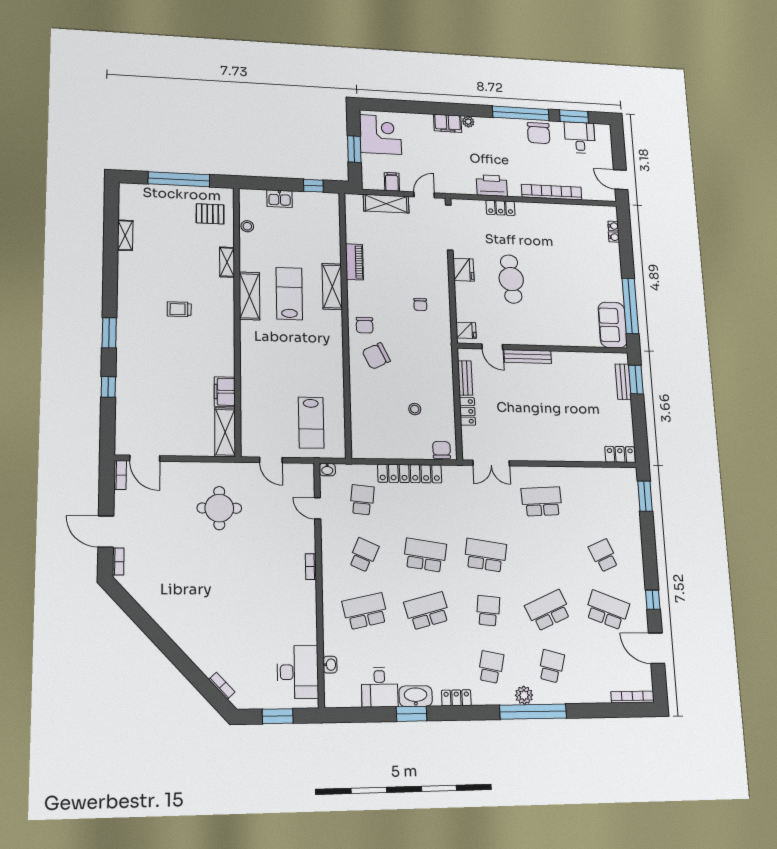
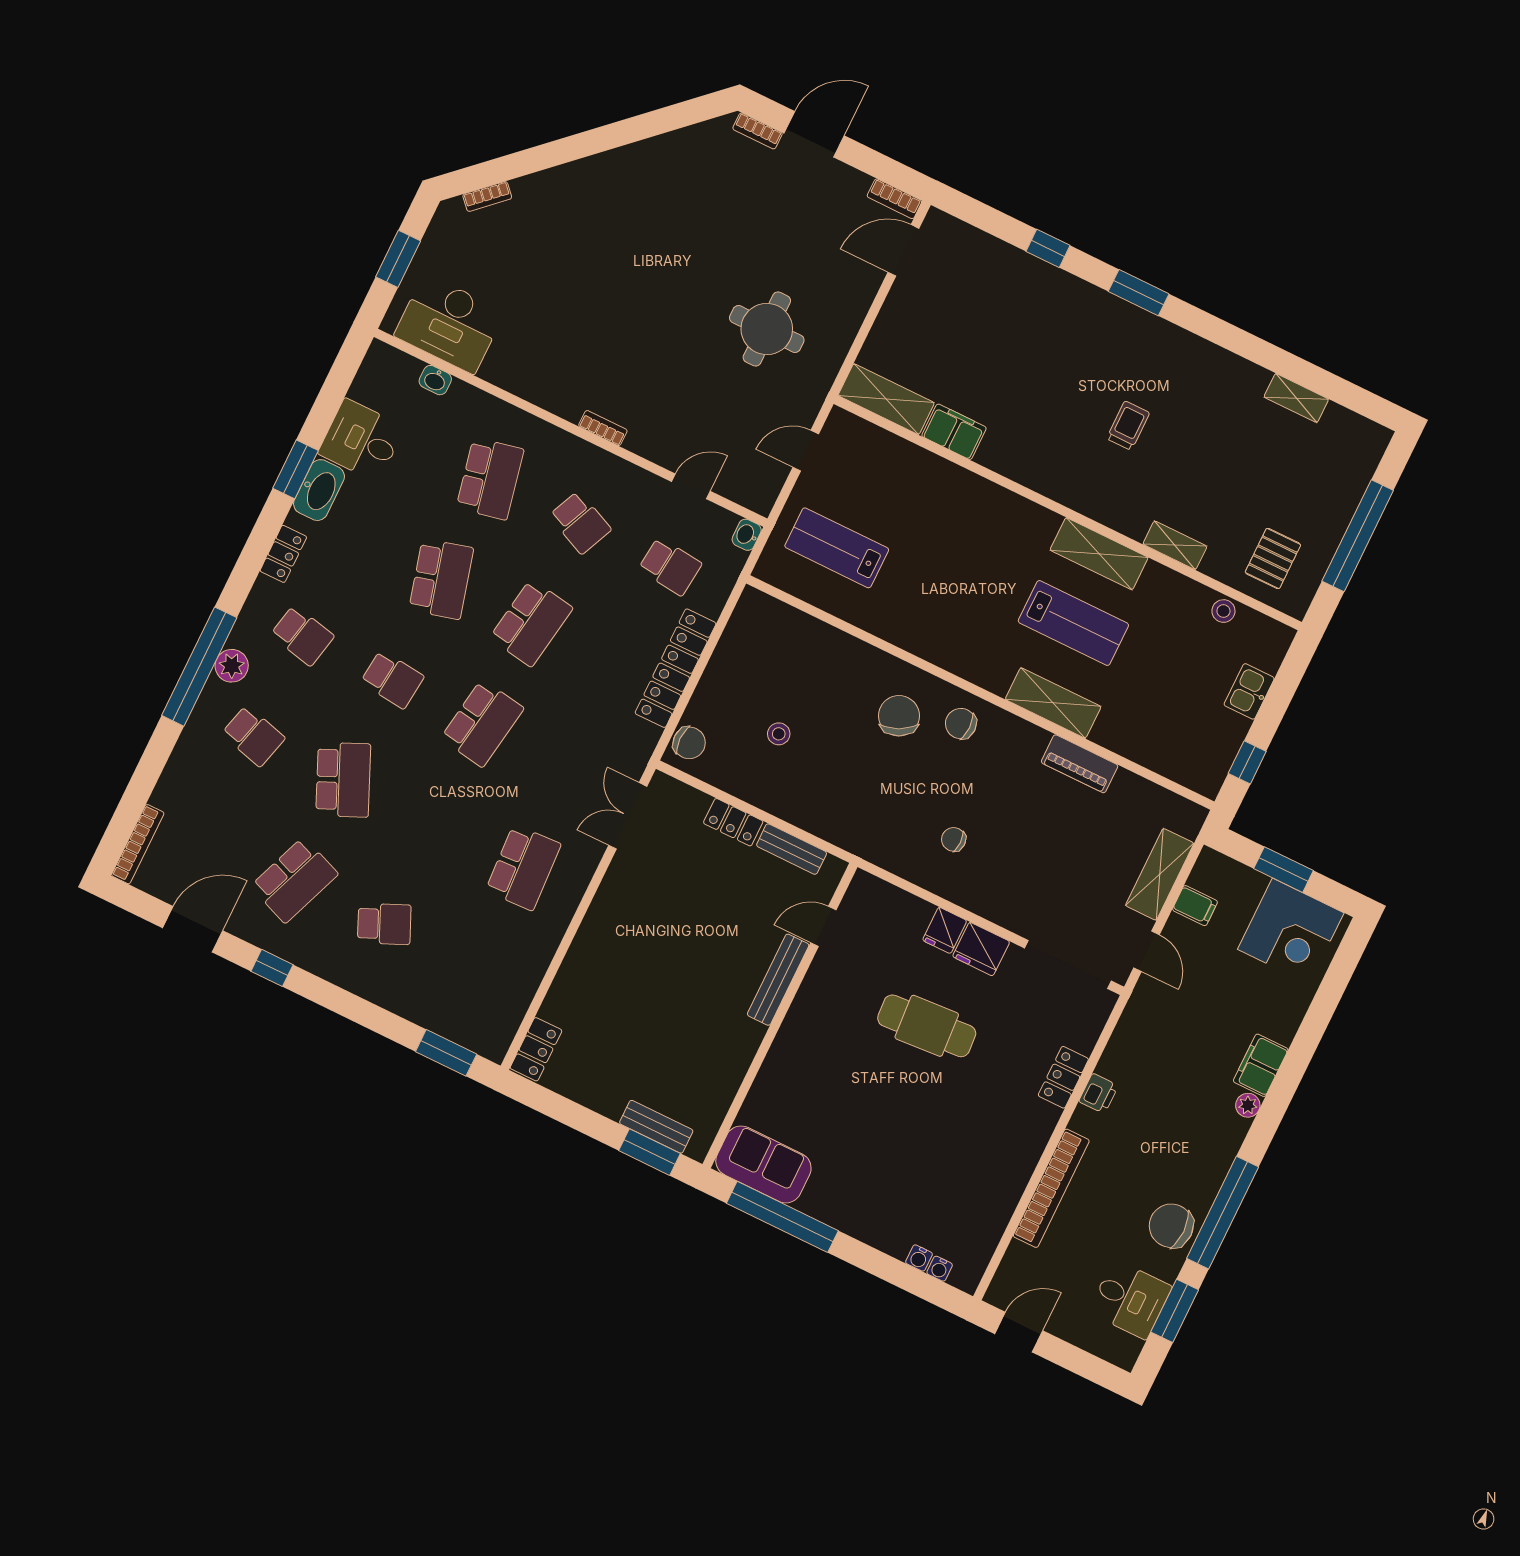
printer: (492, 185) -> (1098, 1093), width x0.53, depth x0.68
fridge: (466, 330) -> (945, 930), moved

